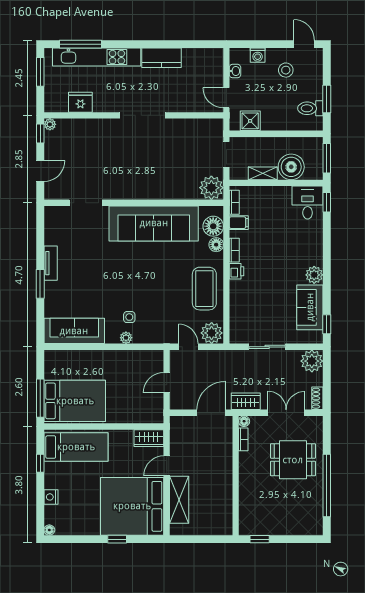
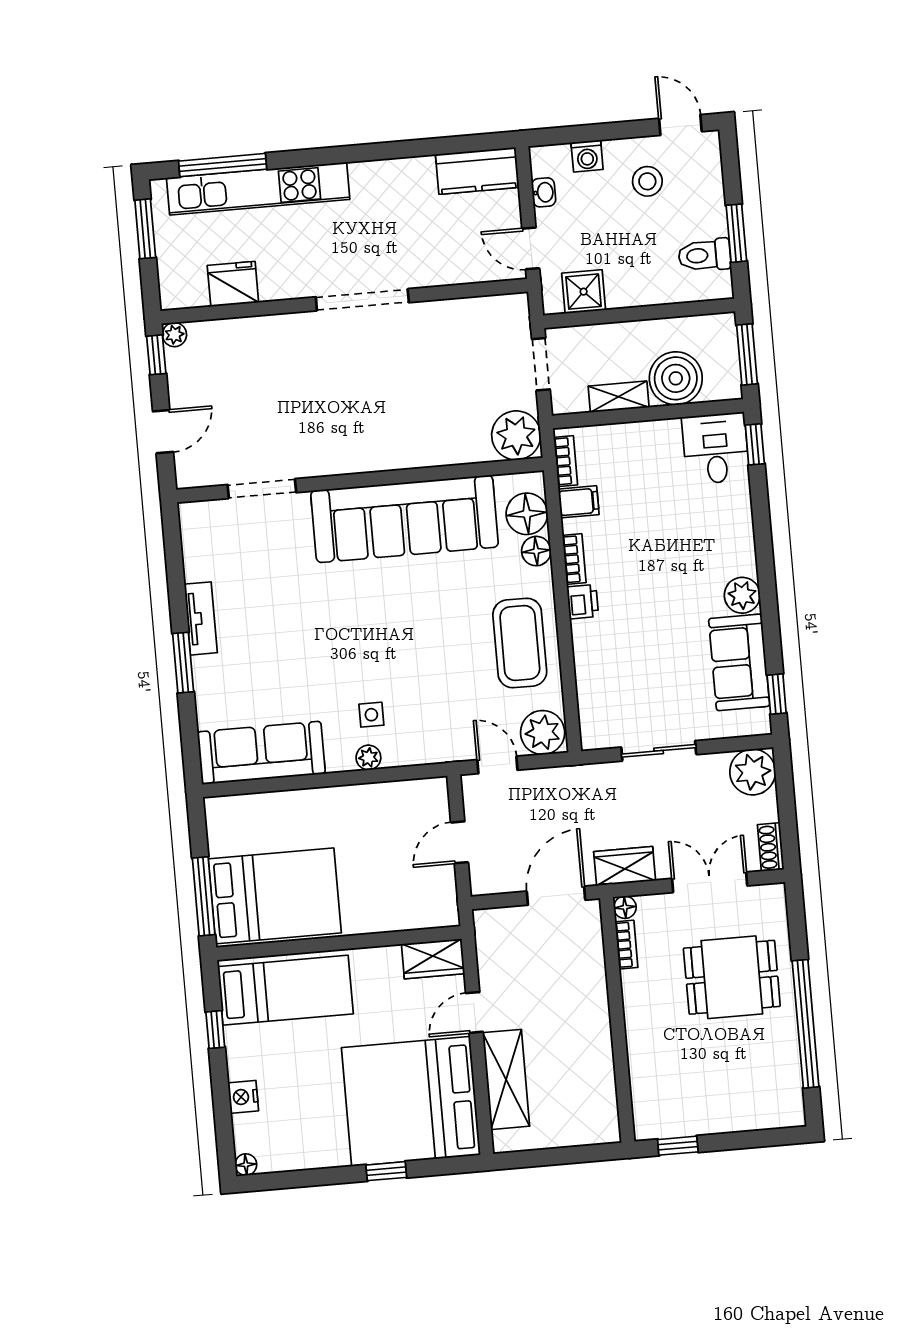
kitchen counter: (161, 58) -> (477, 171), moved

